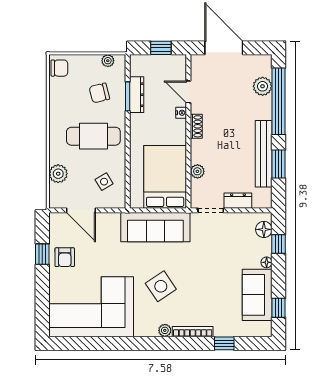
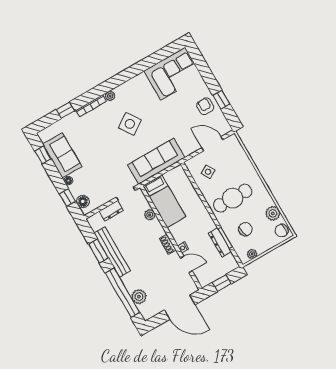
plant: (58, 174) -> (273, 213), moved
bed: (165, 177) -> (164, 201), width x0.67
corner sofa: (91, 307) -> (173, 74), width x0.73, depth x0.74

